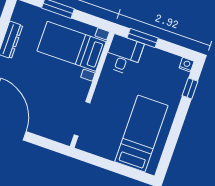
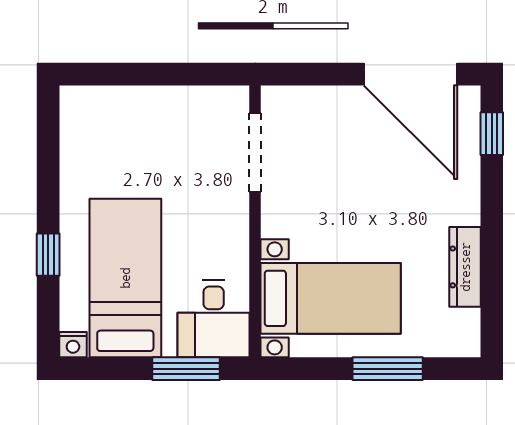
window: (190, 88) -> (48, 255), moved
bed: (141, 134) -> (125, 278), moved, turned 180

